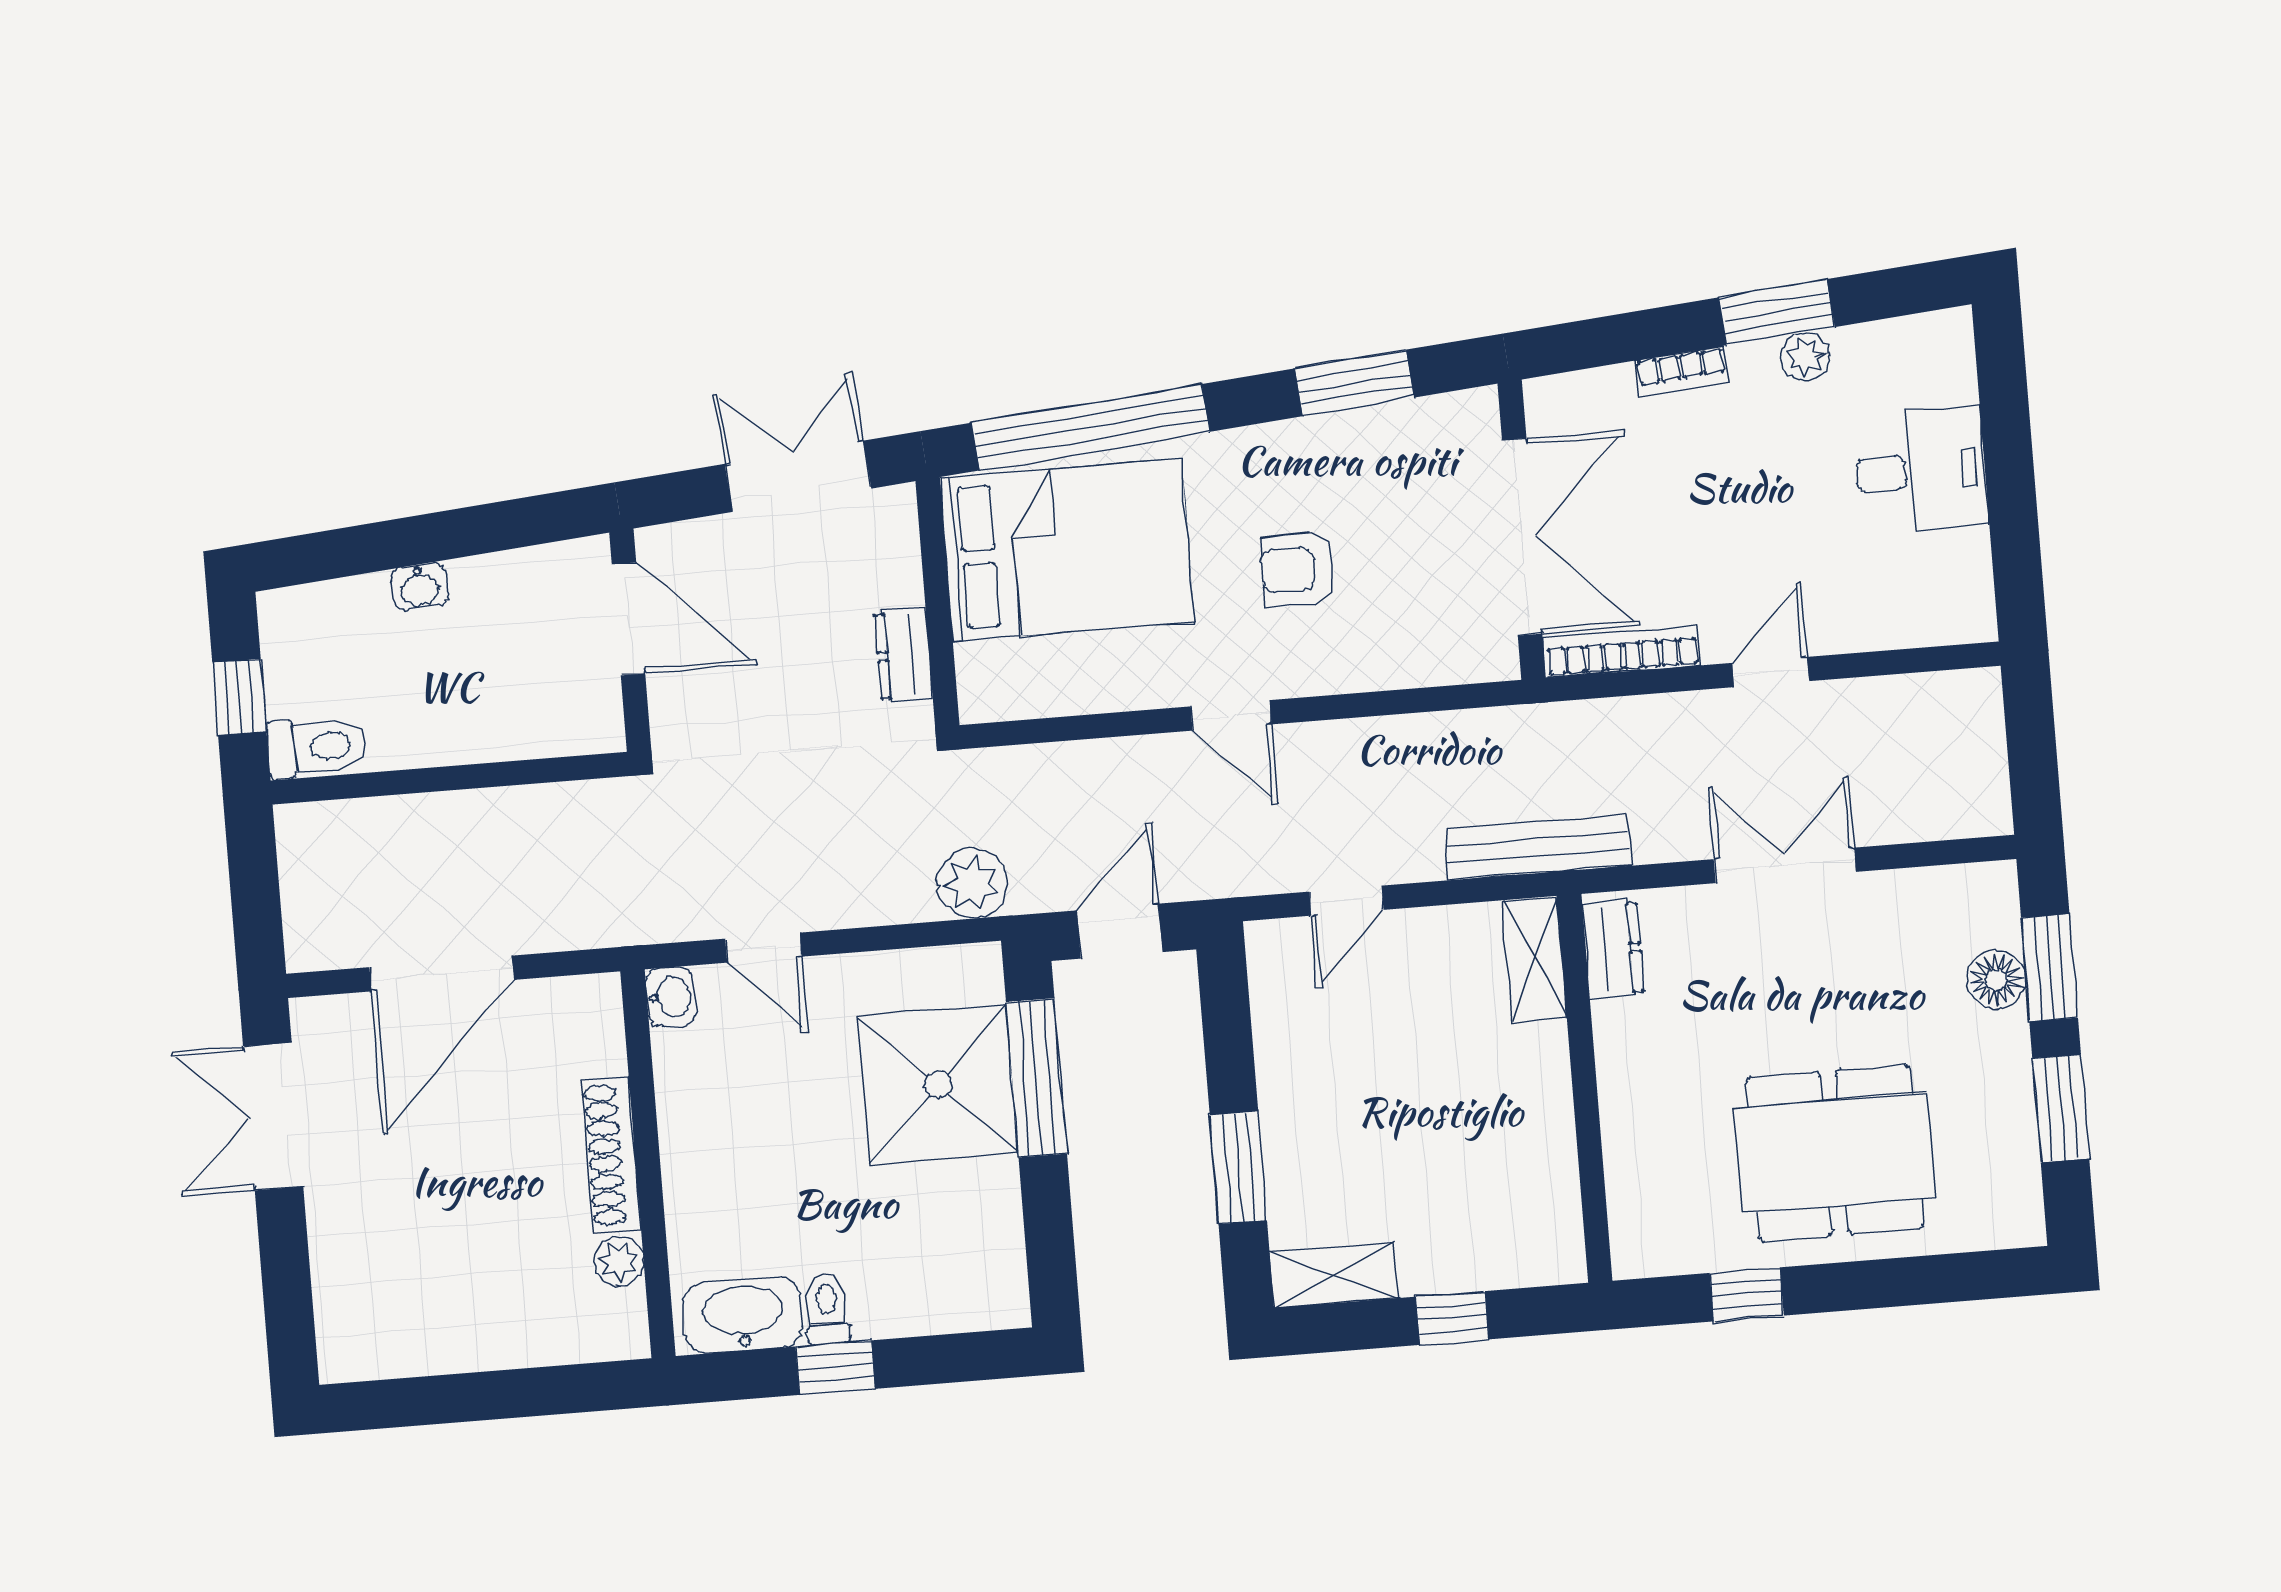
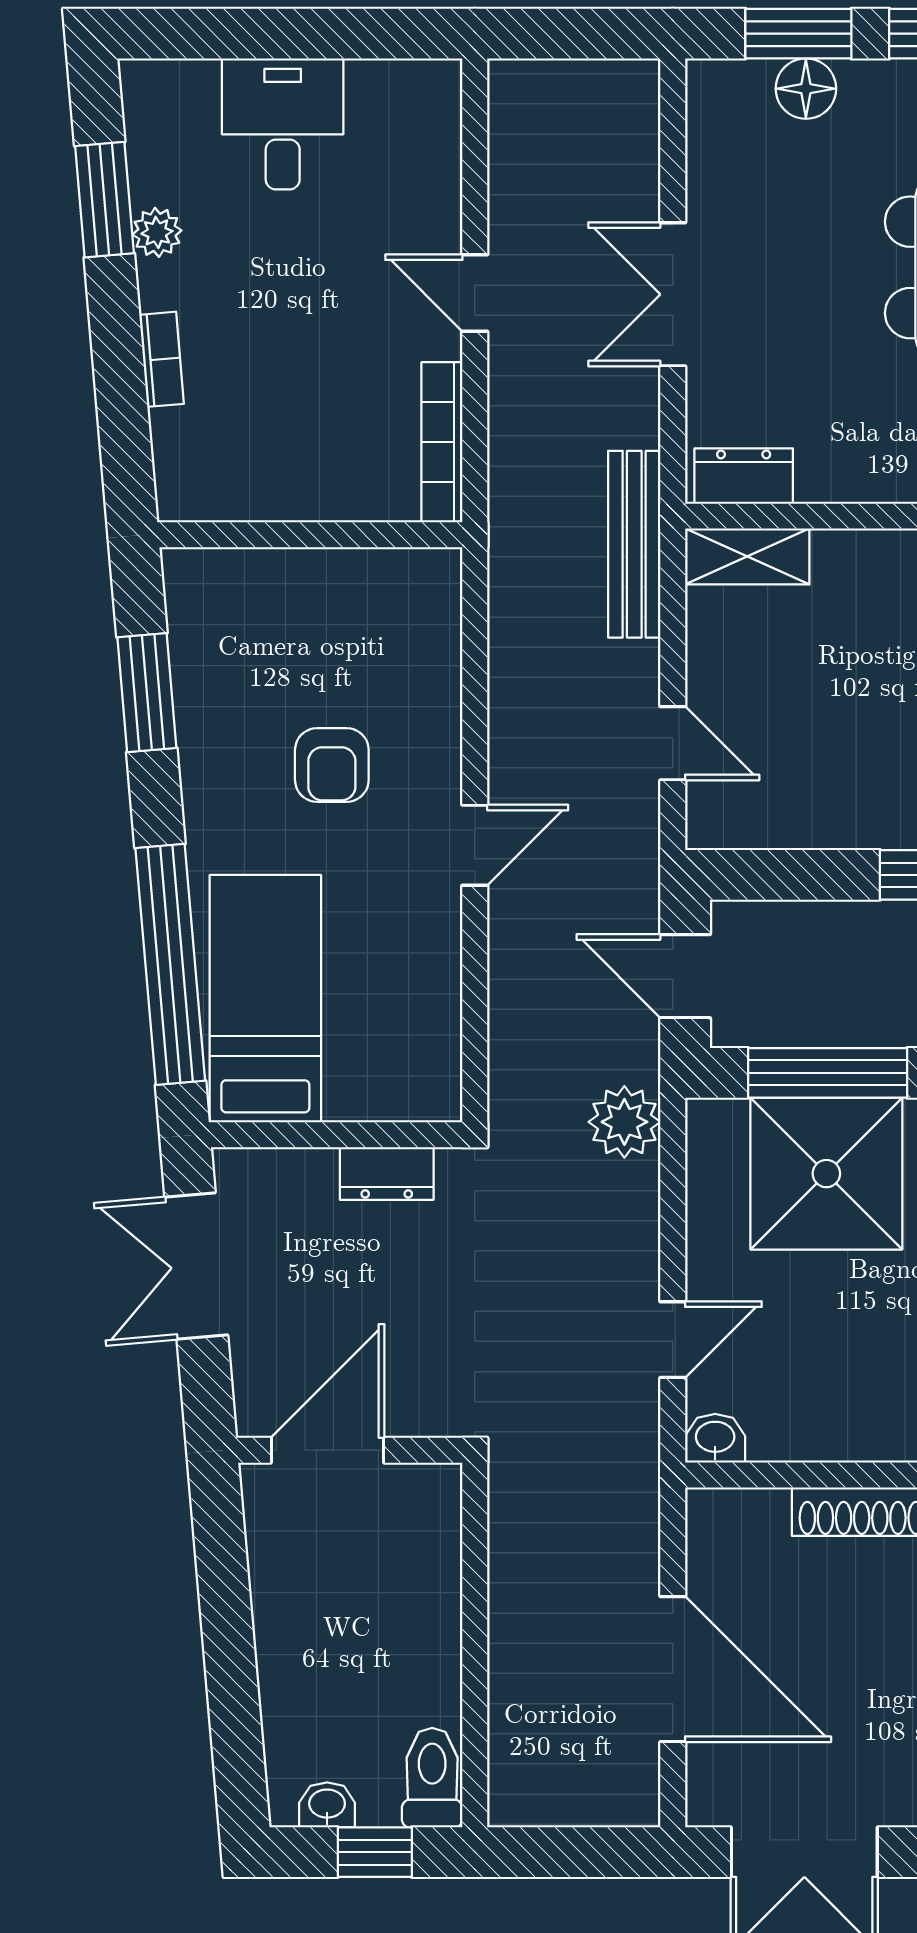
window: (1777, 312) -> (104, 200), moved
double door: (1522, 537) -> (317, 535), removed
bed: (1067, 550) -> (265, 999), width x0.67
washbasin: (420, 587) -> (327, 1805), moved, turned -85

